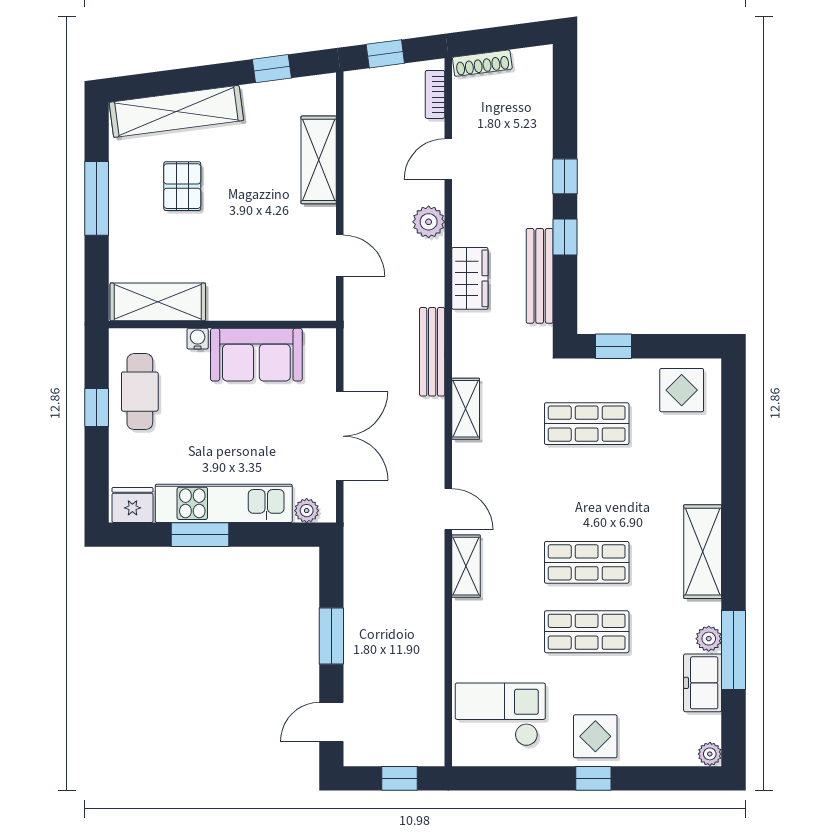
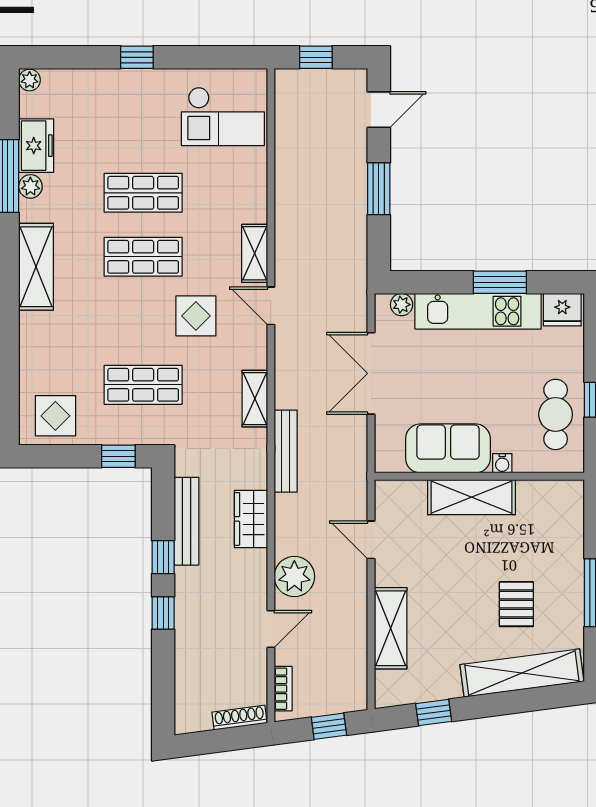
plant: (429, 222) -> (294, 576), width x1.36, depth x1.36
shelving: (158, 302) -> (471, 497), moved
display table: (595, 736) -> (196, 316), moved

